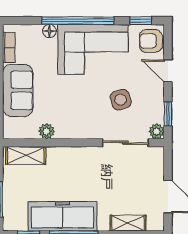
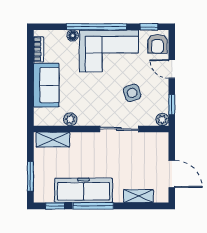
armchair: (151, 41) -> (157, 44), turned -90
sliding door: (125, 143) -> (119, 129), moved

